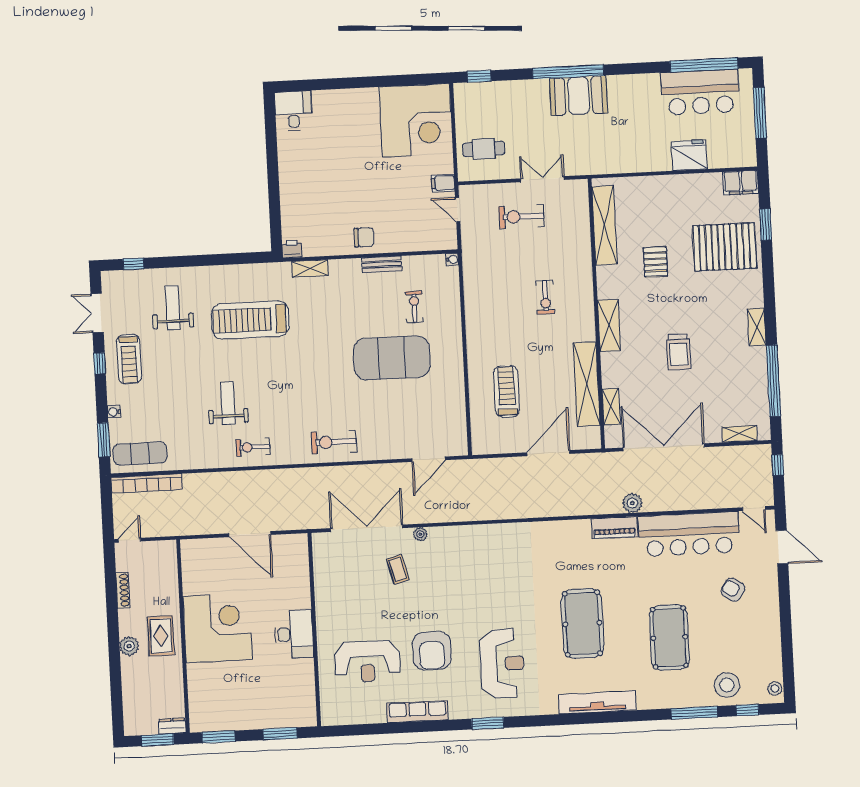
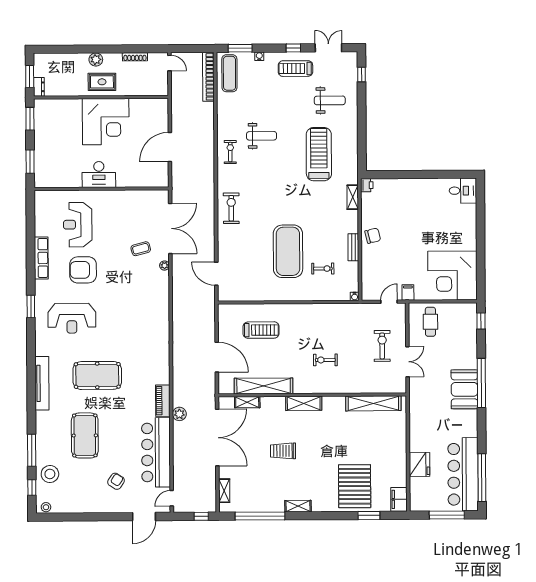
bar counter: (700, 92) -> (463, 474), width x1.36
chair: (364, 237) -> (373, 236), turned -104
pallet: (656, 262) -> (346, 438), removed
pool table: (669, 637) -> (85, 435), turned 90

